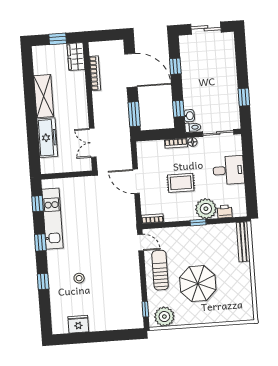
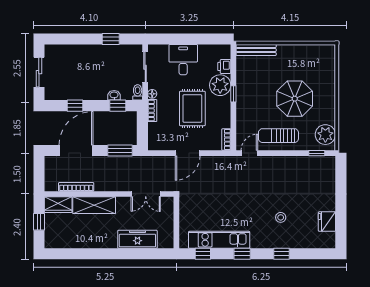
shelving: (44, 96) -> (94, 205), moved
washbasin: (189, 116) -> (114, 95), moved
rug: (181, 183) -> (192, 108), width x1.36, depth x1.43

